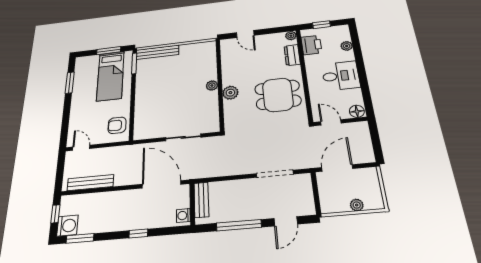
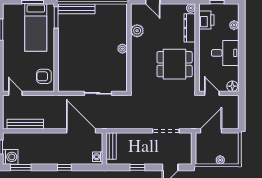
dresser: (292, 55) -> (190, 28), width x1.44
plant: (230, 93) -> (137, 31), moved
window: (239, 225) -> (137, 167), width x0.46

